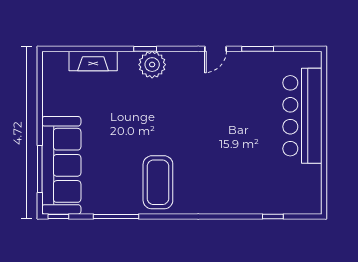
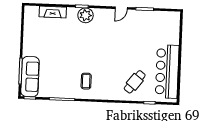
bar counter: (302, 116) -> (167, 72), moved
sofa: (61, 165) -> (30, 77), width x0.74, depth x0.79
cafe table: (245, 180) -> (135, 82), added
coffee table: (158, 182) -> (86, 81), width x0.54, depth x0.58

